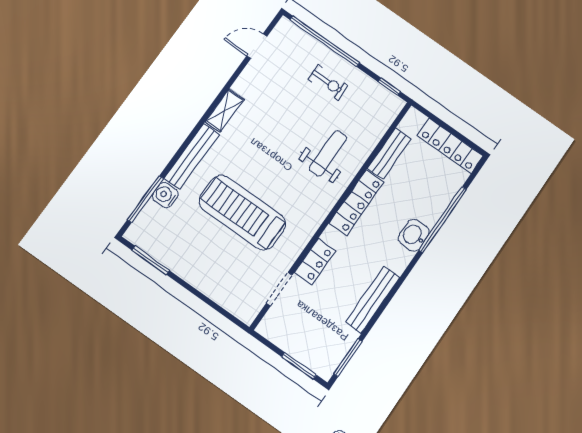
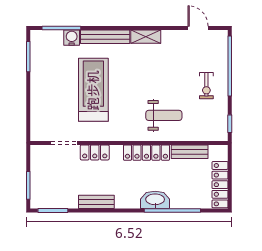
washbasin: (414, 235) -> (155, 200), width x1.38
bench: (373, 300) -> (96, 202), width x0.73

